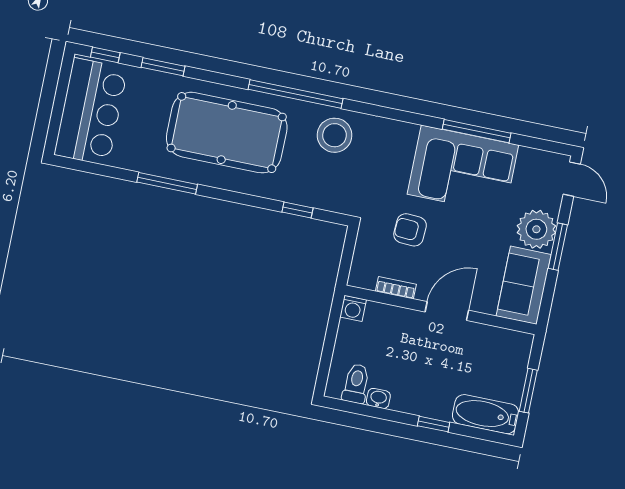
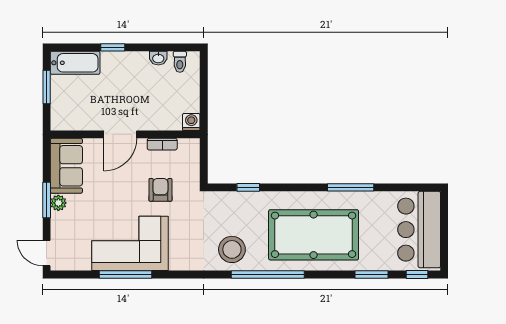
plant: (536, 229) -> (58, 203), width x0.53, depth x0.53
armchair: (410, 230) -> (160, 190), turned -93
toilet: (356, 384) -> (180, 62), width x0.73, depth x0.72

